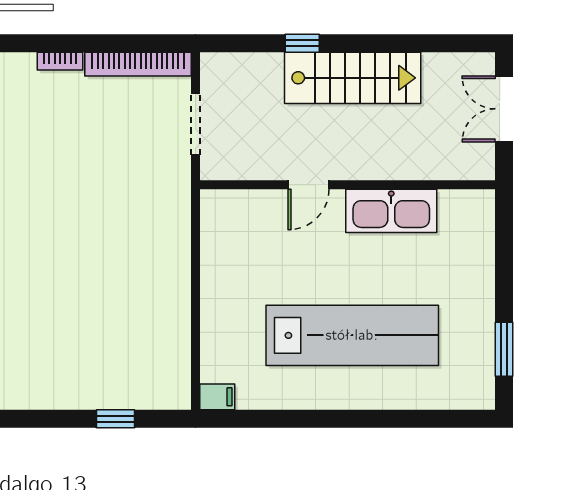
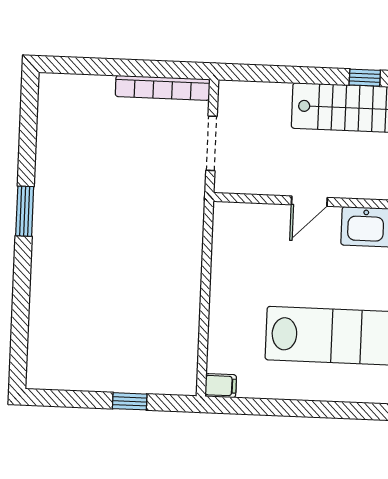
window: (302, 43) -> (365, 78), moved
bookcase: (60, 61) -> (94, 82), removed

